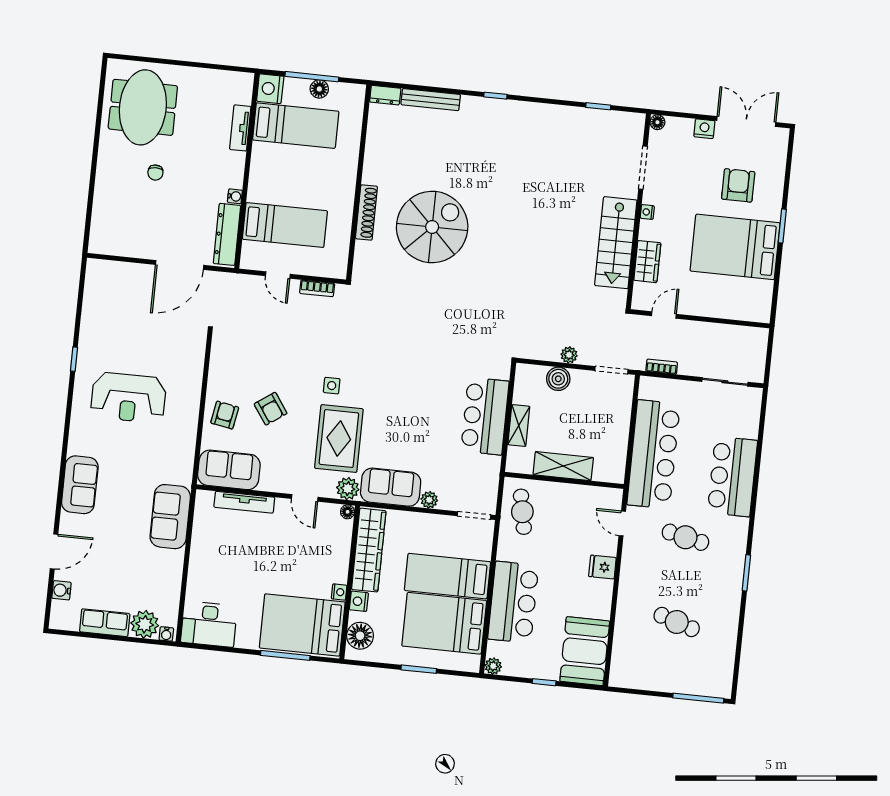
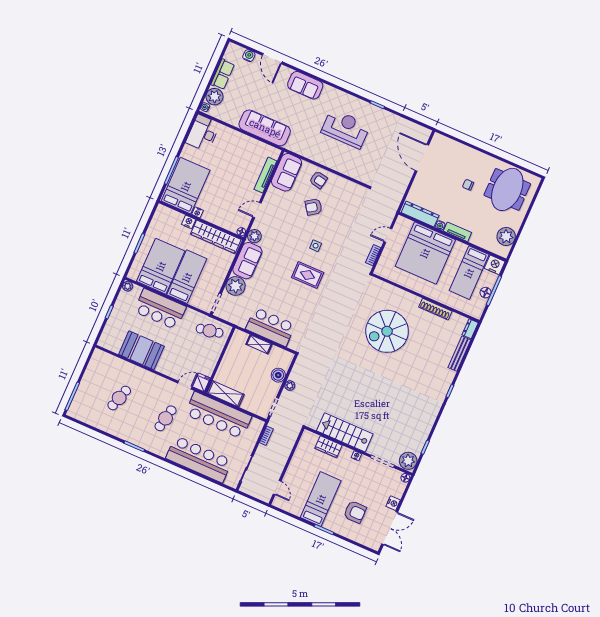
plant: (219, 85) -> (506, 236), added
meeting table: (143, 107) -> (507, 189), turned 90
plant: (629, 127) -> (408, 461), added
tv unit: (240, 128) -> (457, 232), moved
shoe rack: (366, 212) -> (435, 309), moved
bed: (285, 225) -> (425, 253), width x2.04
spiral stairs: (432, 227) -> (387, 331), turned 90
bed: (735, 247) -> (321, 499), width x0.67
door: (180, 265) -> (422, 158), moved
door: (664, 315) -> (277, 488), moved
reception desk: (128, 398) -> (346, 129), turned 90
rug: (339, 439) -> (308, 275), moved, width x0.73, depth x0.70
shelving: (563, 466) -> (225, 394), moved, turned 90
bar counter: (732, 477) -> (199, 459), width x1.36
plant: (429, 500) -> (236, 286), width x1.87, depth x1.87
sofa: (170, 517) -> (265, 128), width x1.36
fridge: (602, 567) -> (201, 382), moved
floor lamp: (360, 636) -> (169, 216), removed
booth: (585, 651) -> (141, 350), moved

